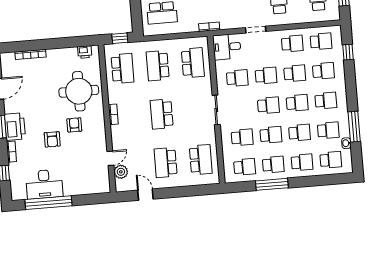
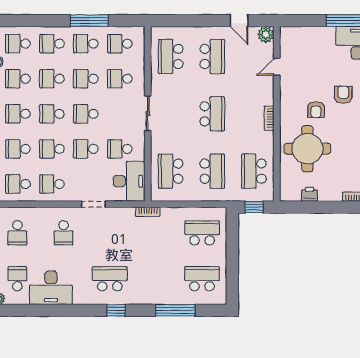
desk: (227, 47) -> (129, 181), width x1.37
printer: (85, 52) -> (309, 194), moved
plant: (121, 172) -> (266, 34), moved

